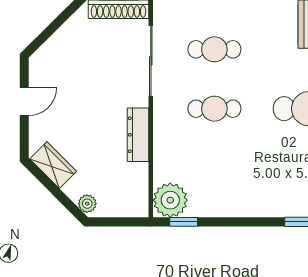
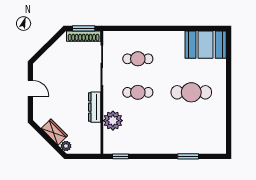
door: (24, 101) -> (30, 88), hinge flipped
wardrobe: (53, 165) -> (54, 132), moved
plant: (170, 200) -> (113, 121), moved

